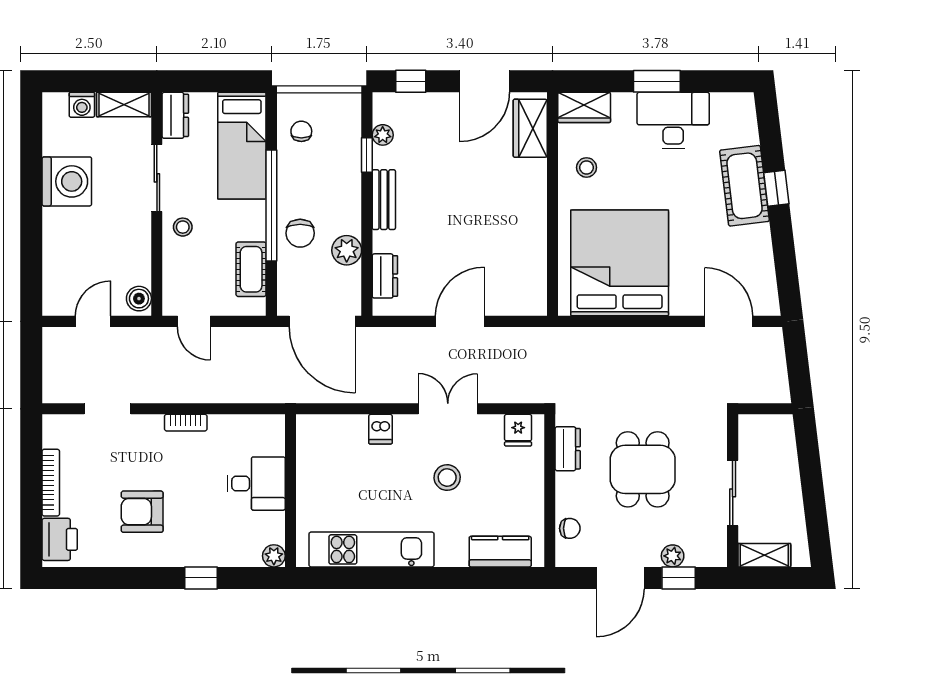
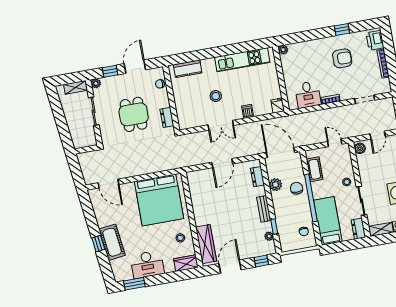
window: (657, 81) -> (134, 284), moved
wardrobe: (530, 128) -> (206, 244), width x1.50
fridge: (518, 430) -> (278, 106), moved
desk: (256, 484) -> (308, 95), moved, turned -90
plant: (673, 556) -> (96, 83), moved
window: (201, 578) -> (342, 29), moved

